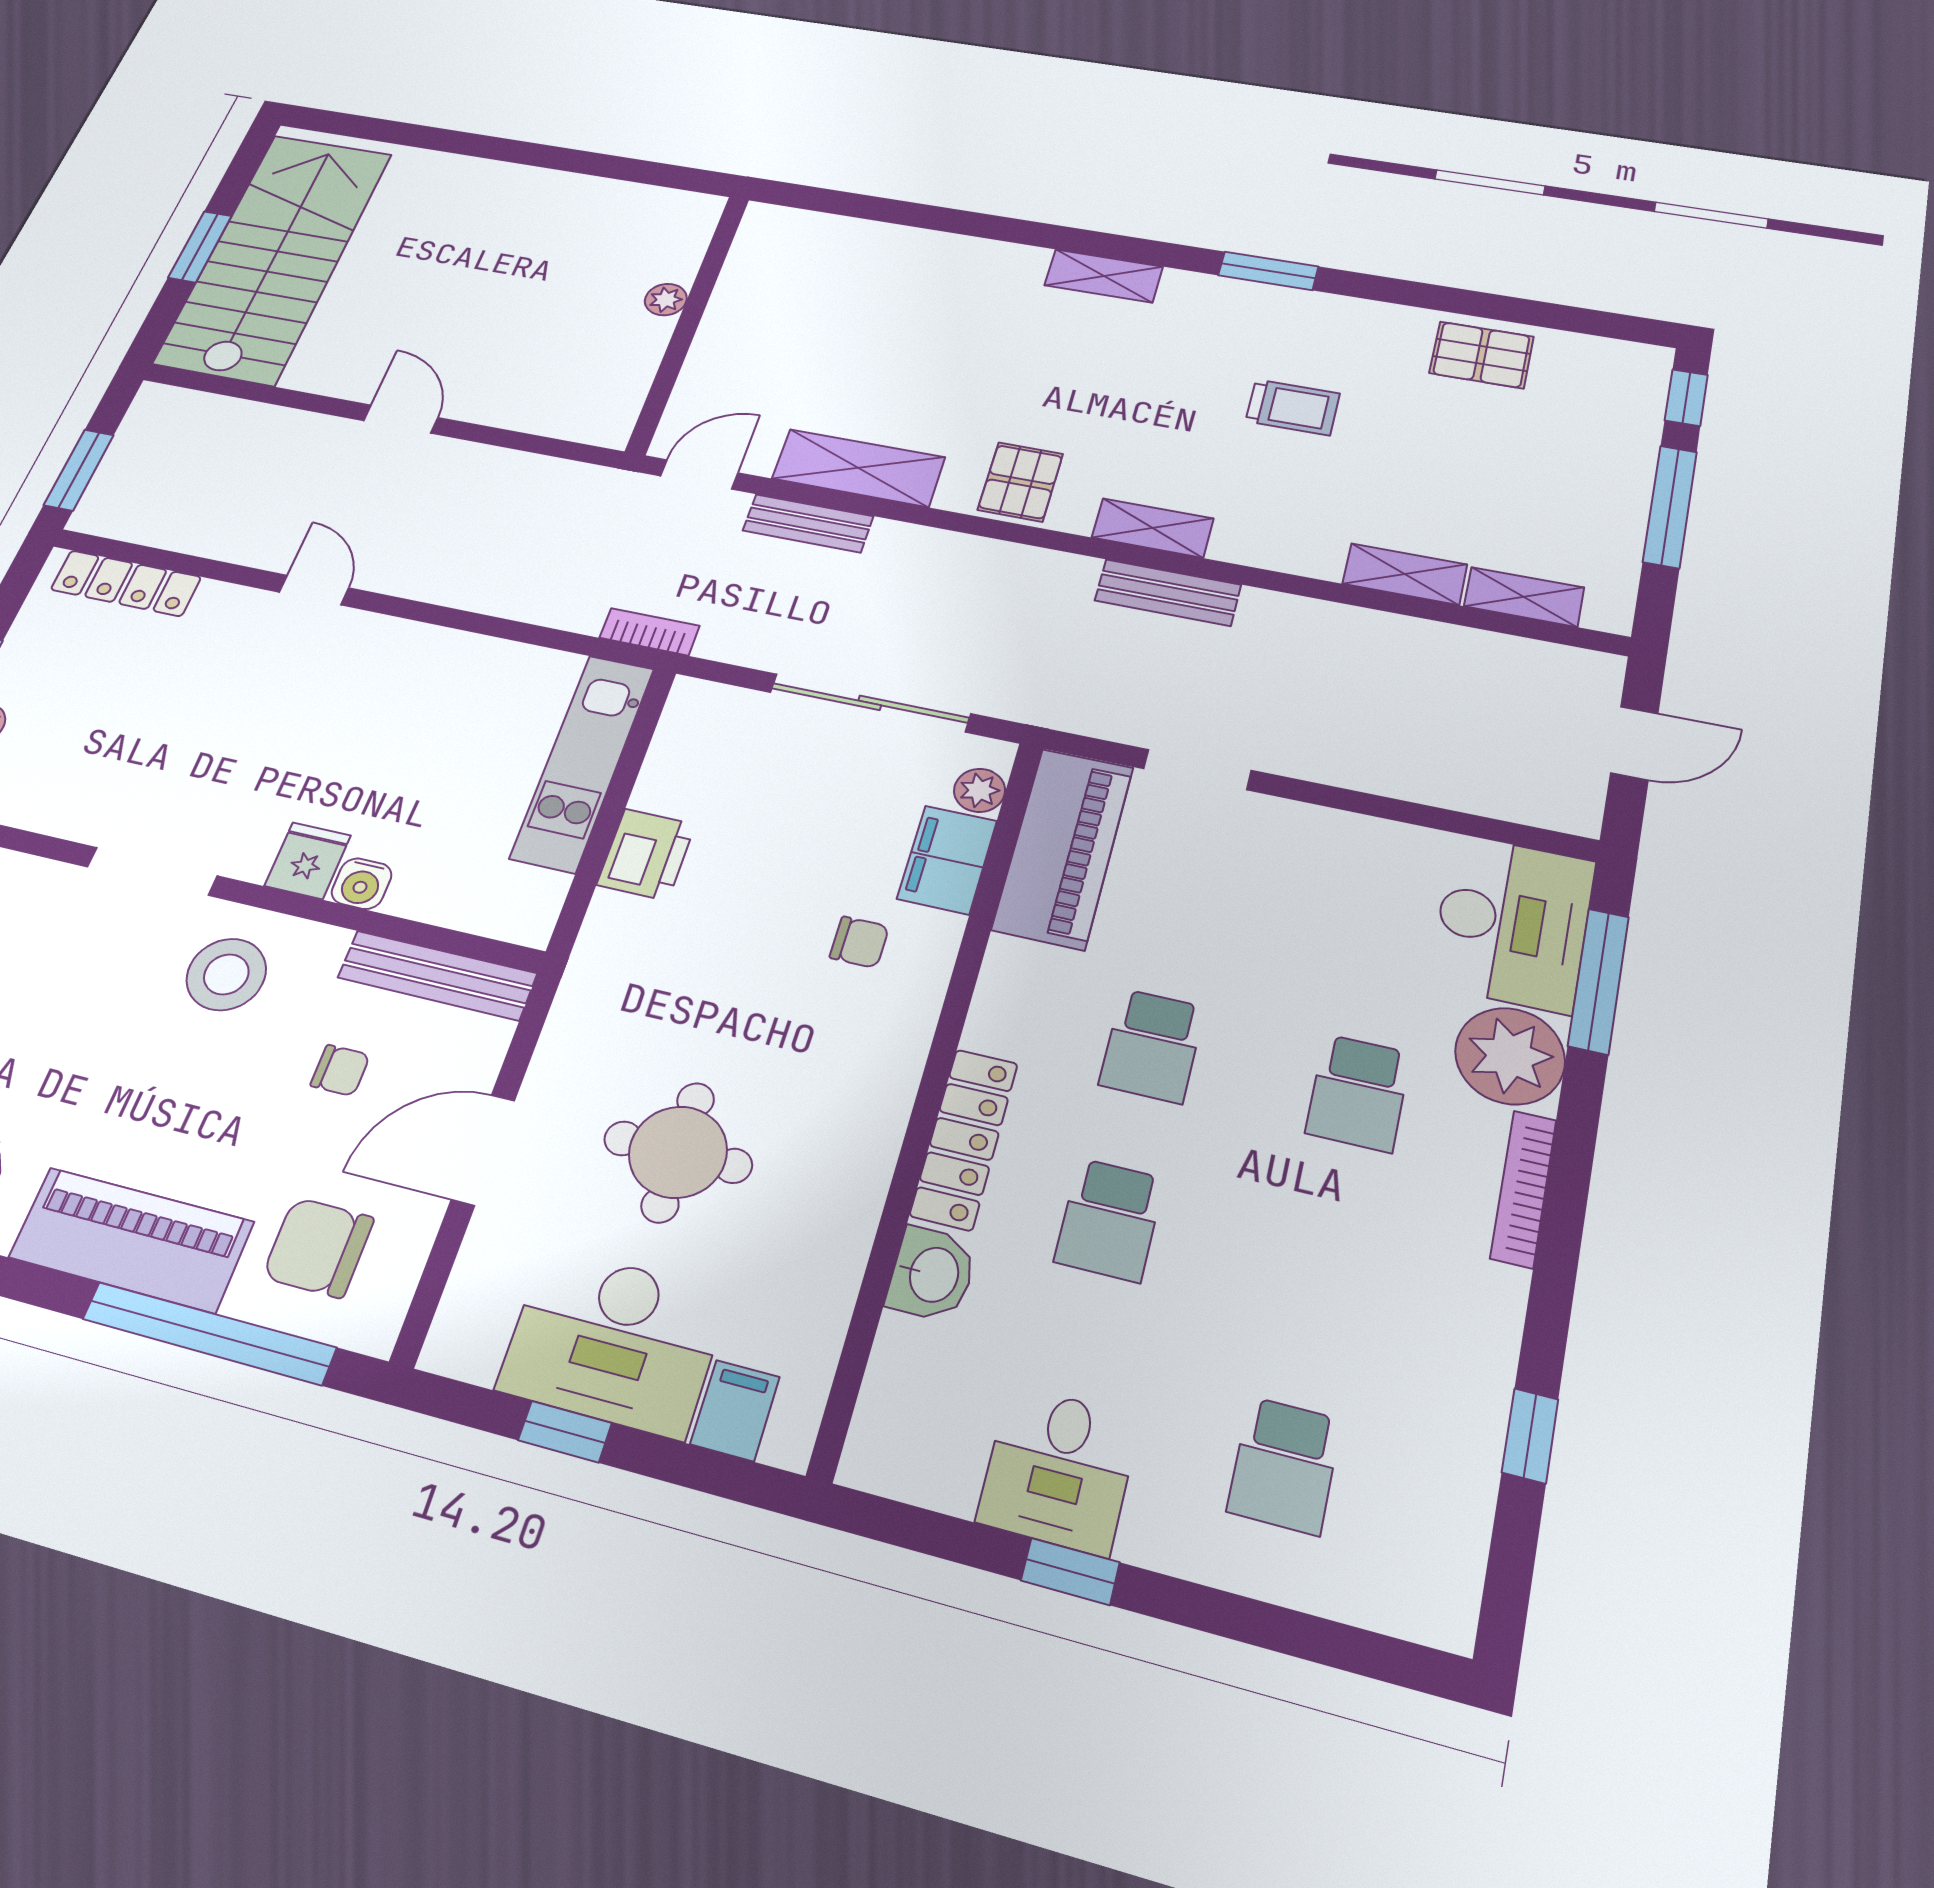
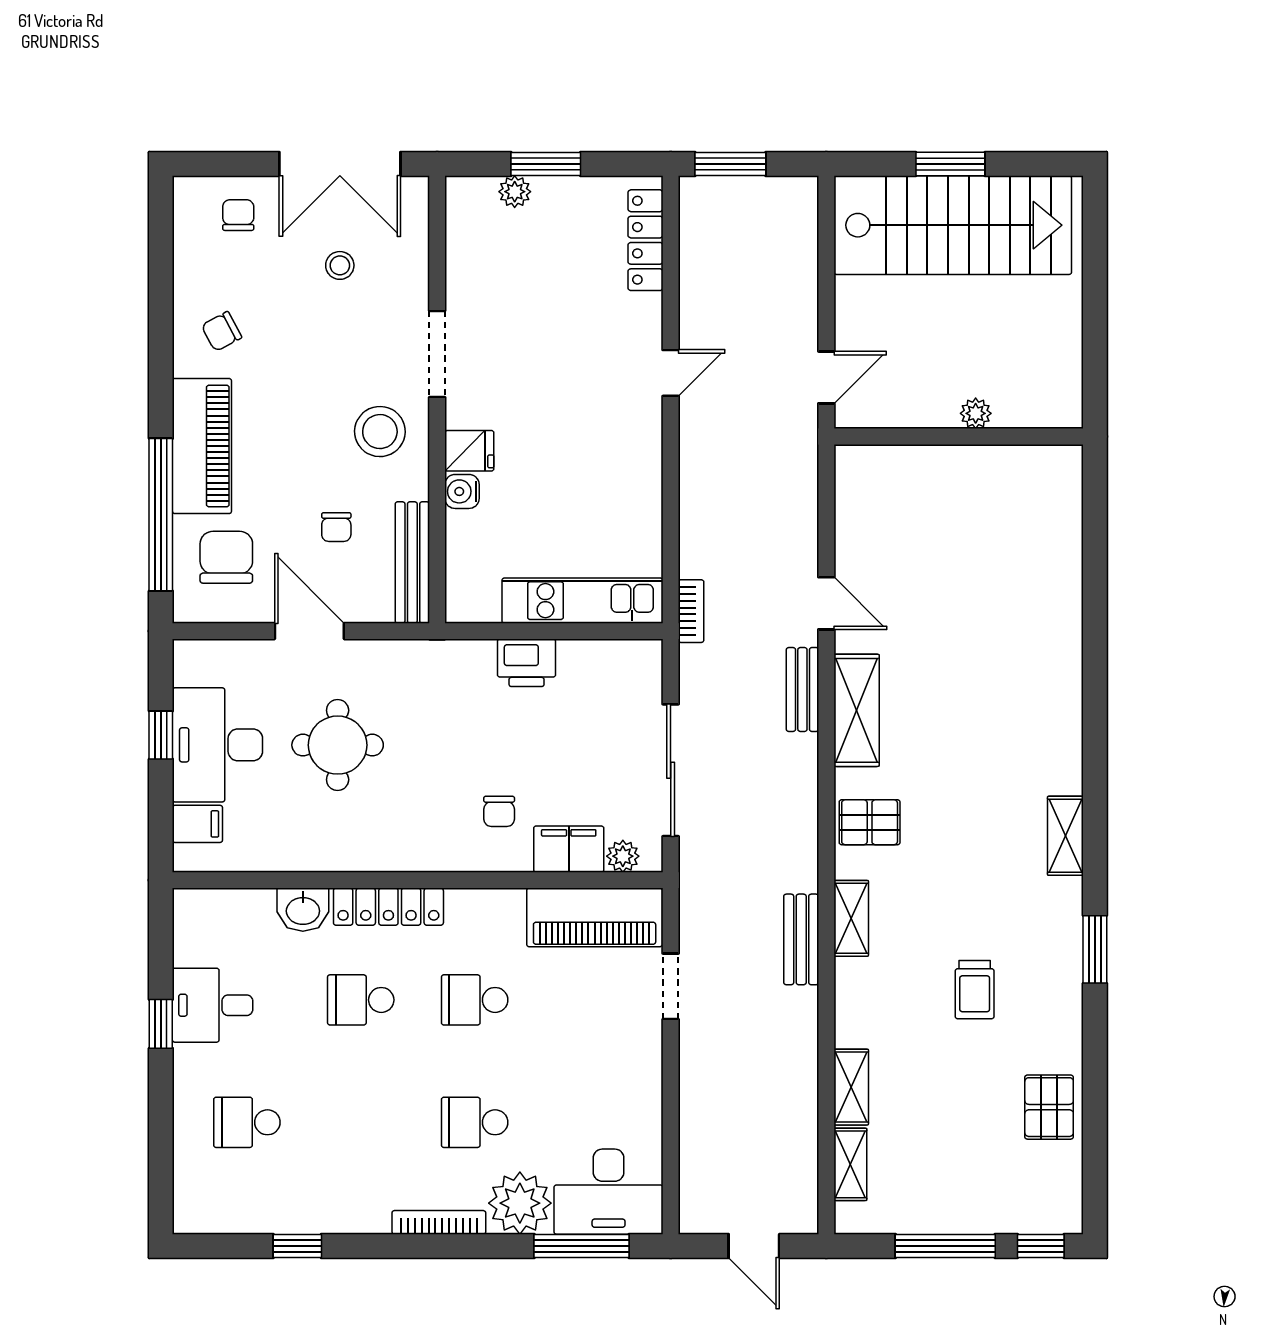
plant: (666, 300) -> (976, 413), moved
wall: (689, 322) -> (959, 436), moved

